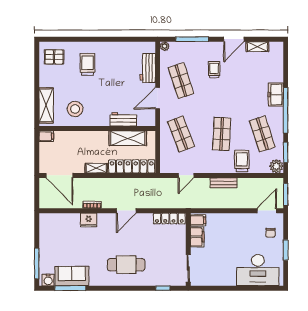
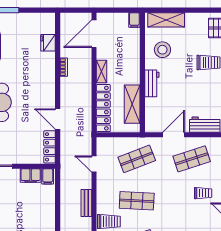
door: (158, 98) -> (174, 135), hinge flipped
workbench: (123, 119) -> (152, 83), moved
door: (126, 211) -> (58, 119), moved
fridge: (89, 220) -> (48, 43), moved

